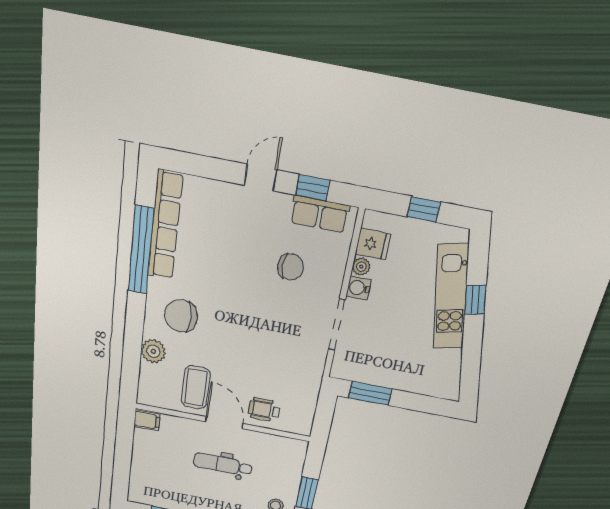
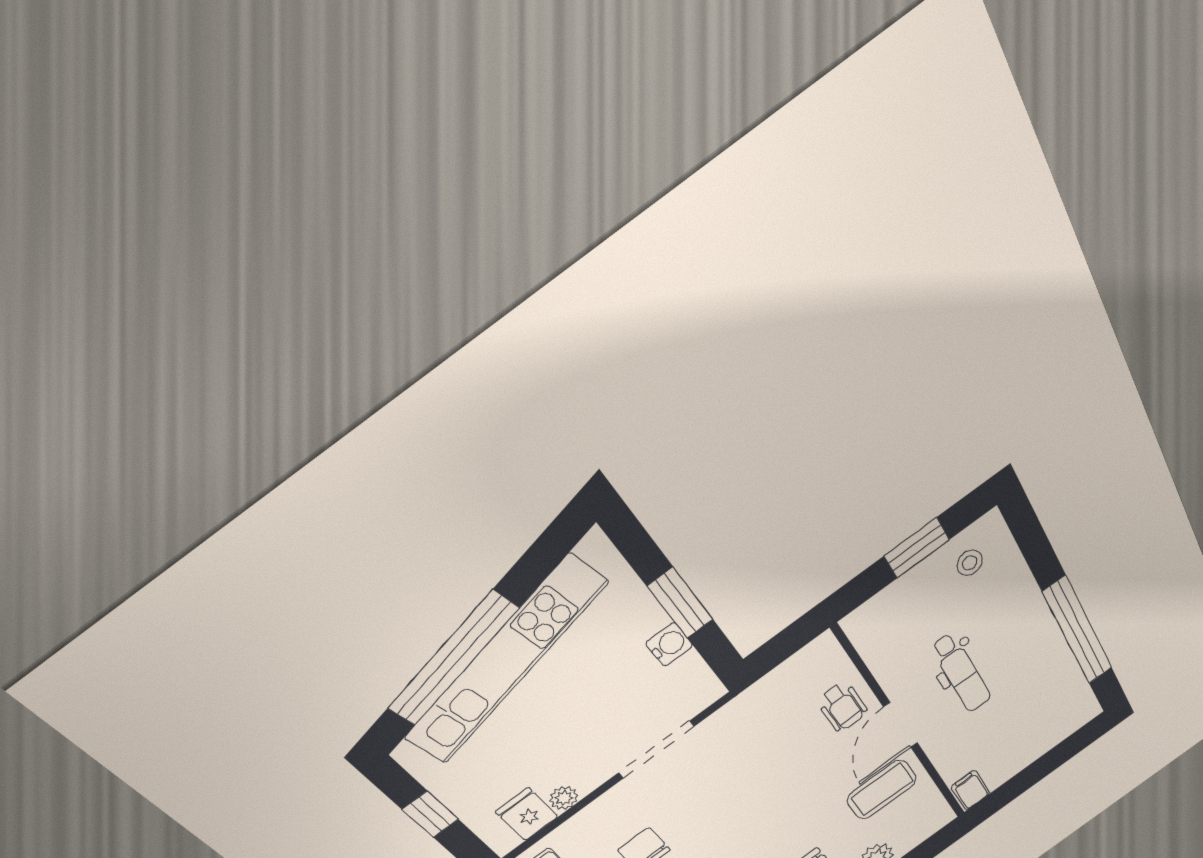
water cooler: (359, 288) -> (669, 644), moved, turned -90
kitchen unit: (451, 297) -> (506, 660), width x1.36
window: (475, 300) -> (453, 658), width x3.17
window: (370, 393) -> (680, 603), moved

